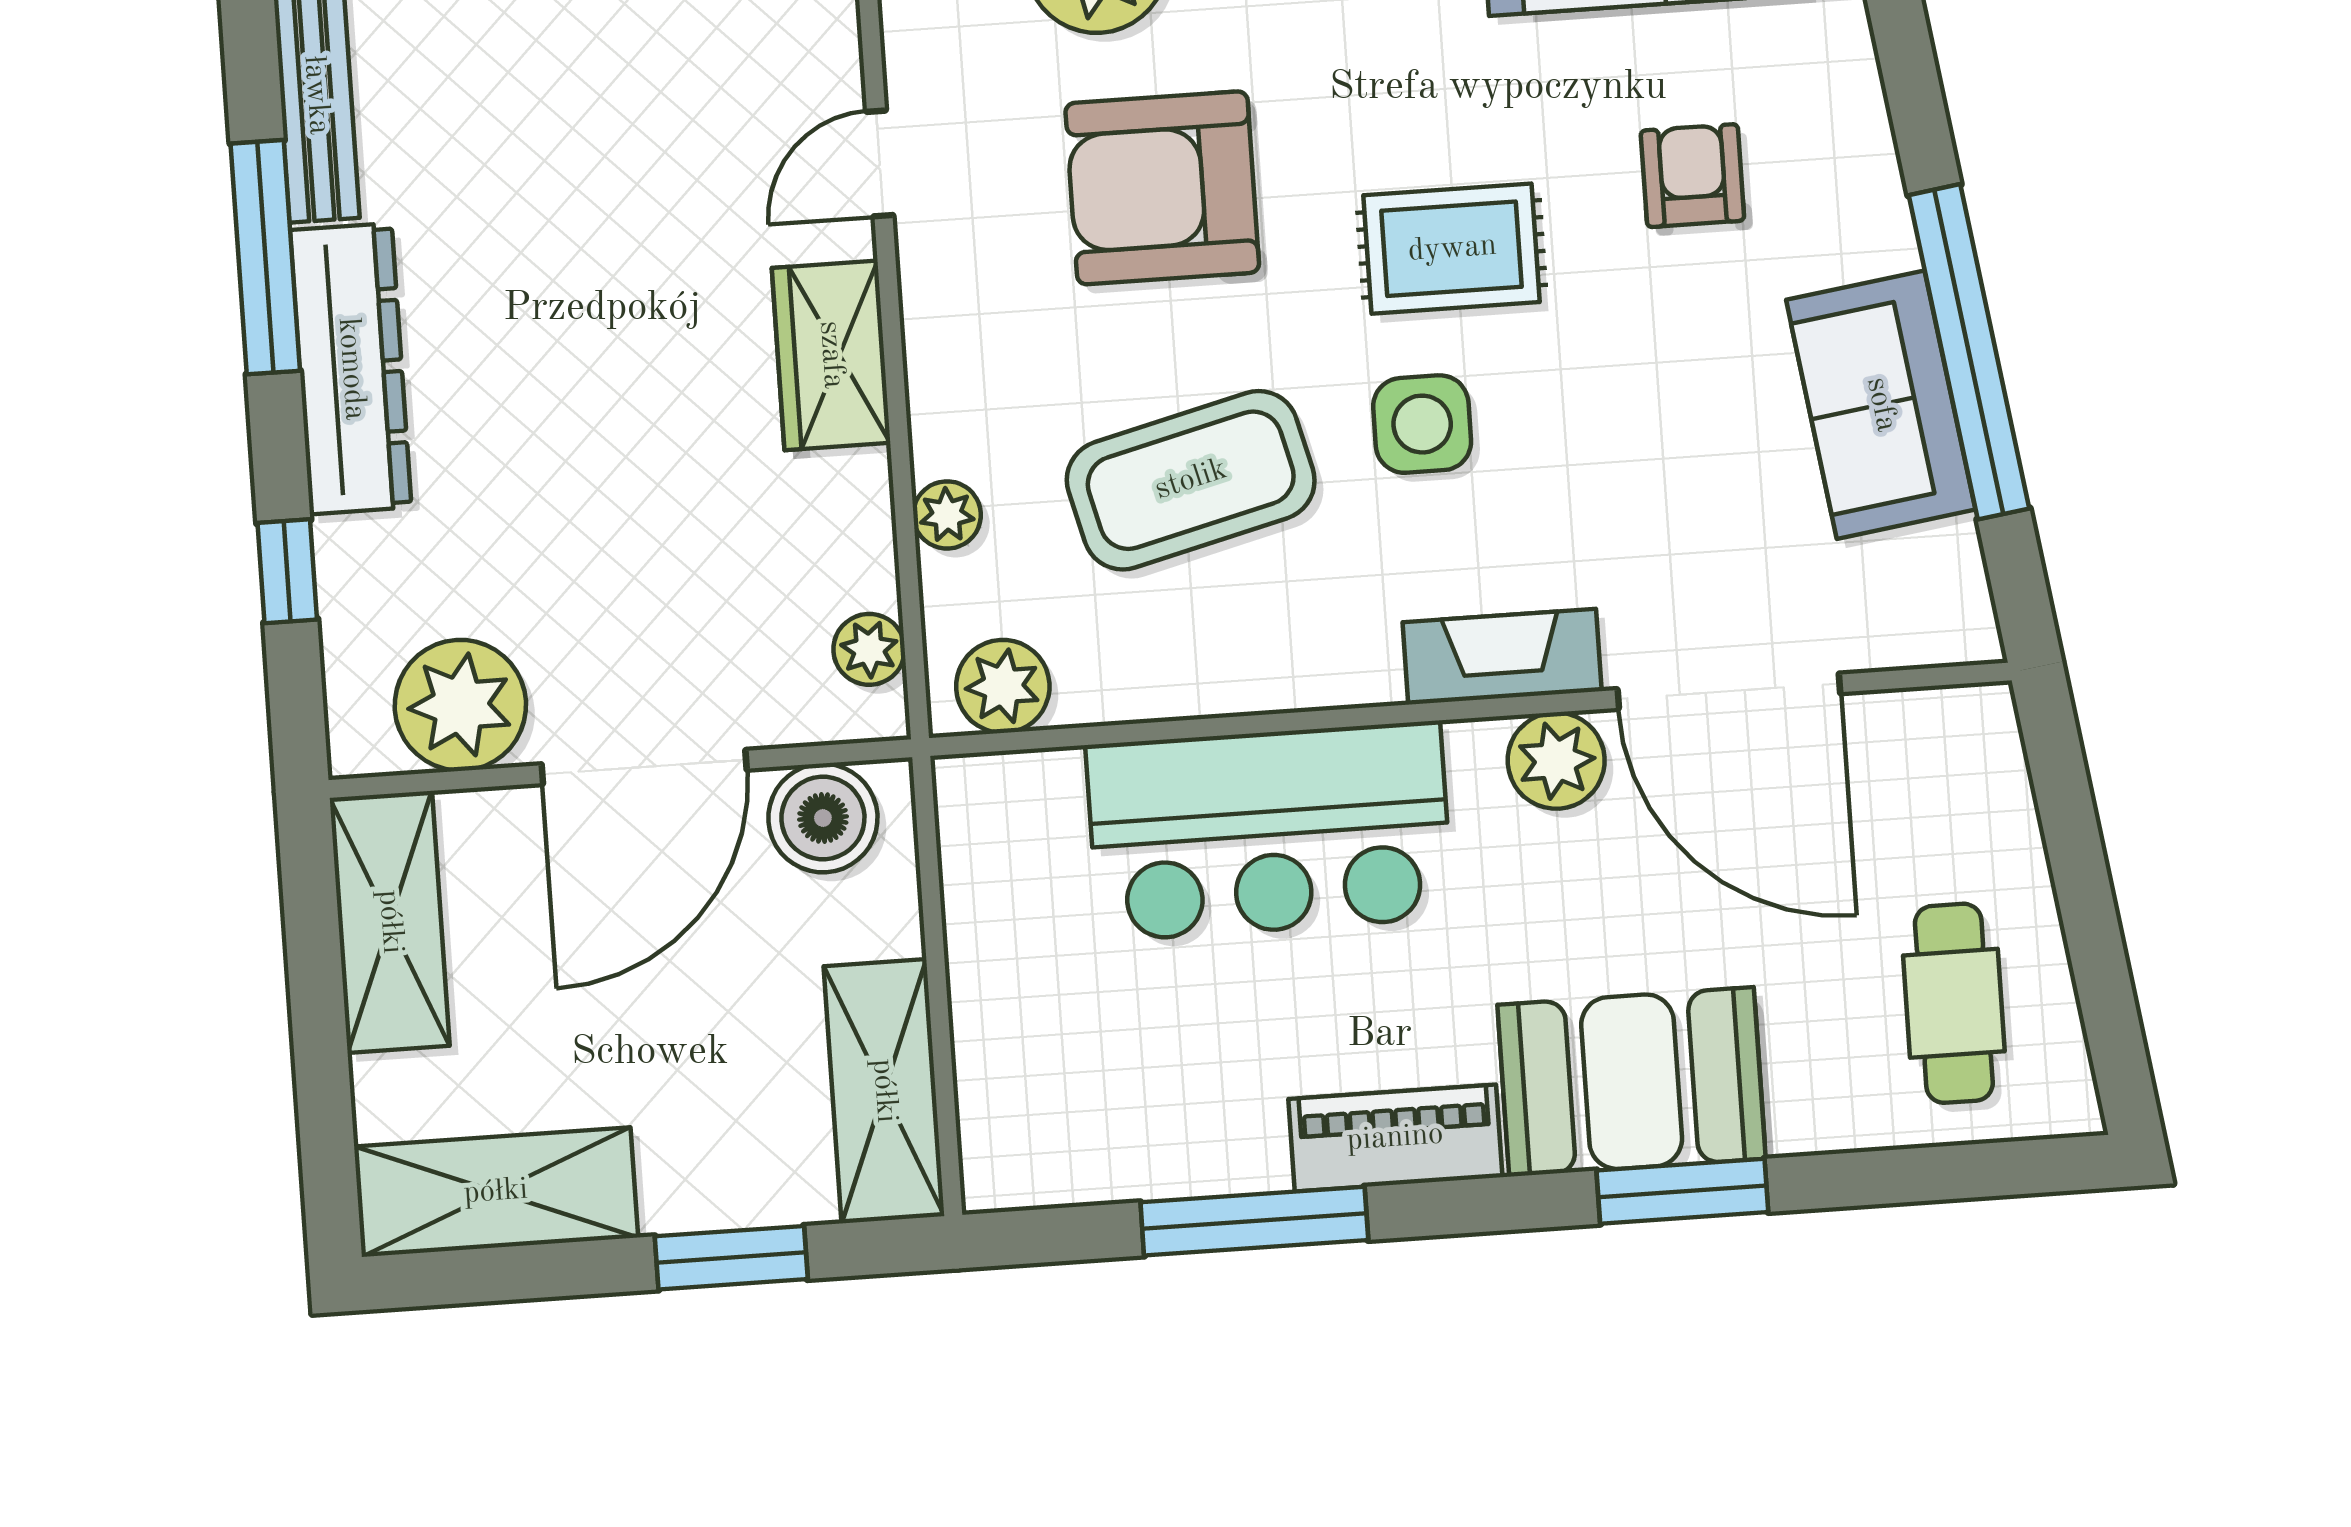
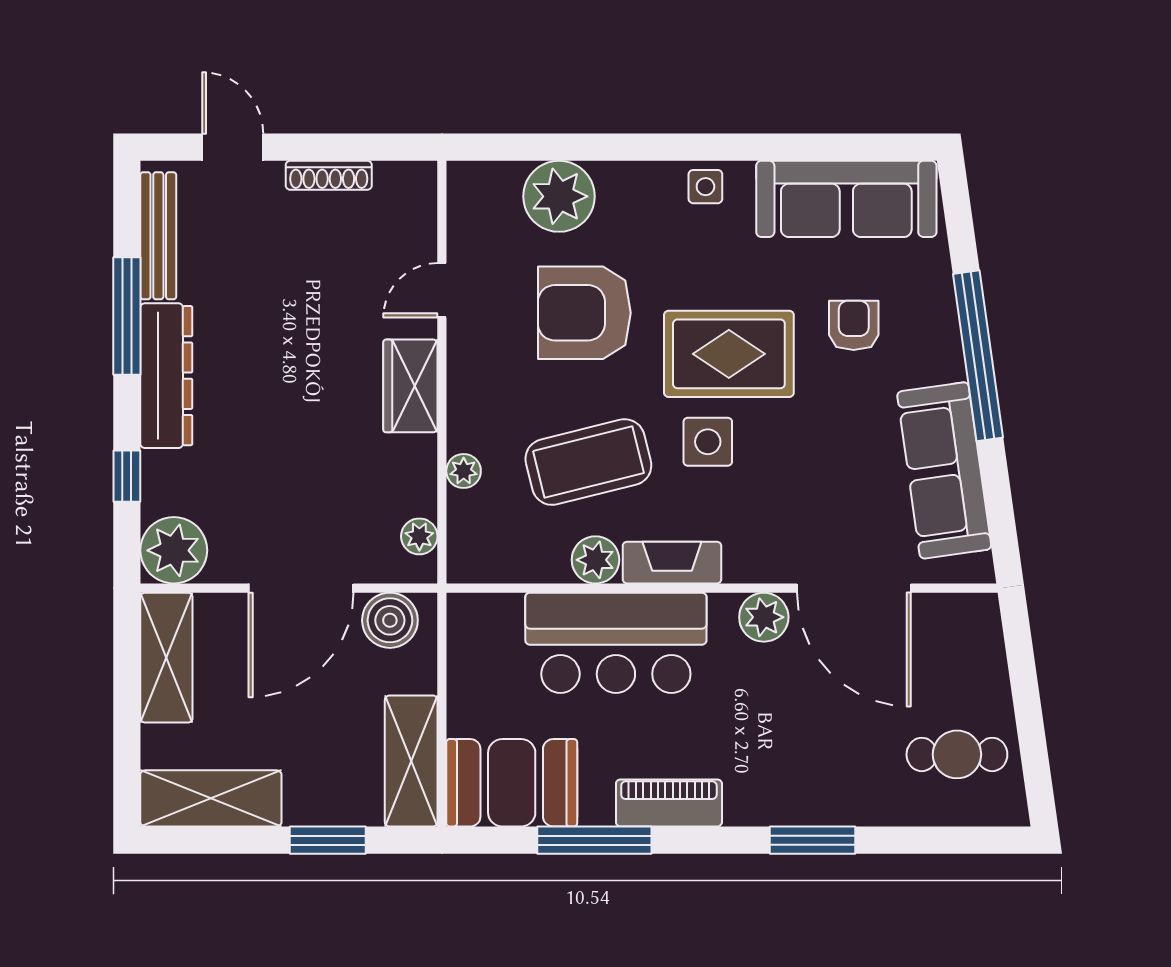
rug: (1452, 249) -> (729, 354), width x1.36, depth x1.43
window: (1969, 352) -> (978, 356), moved
sofa: (1881, 405) -> (944, 470), width x1.36
fireplace: (1502, 657) -> (672, 563), moved
plant: (1003, 686) -> (595, 560), moved
plant: (460, 705) -> (174, 550), moved
cafe table: (1954, 1003) -> (957, 754), turned 90
booth: (1632, 1082) -> (512, 783), moved

